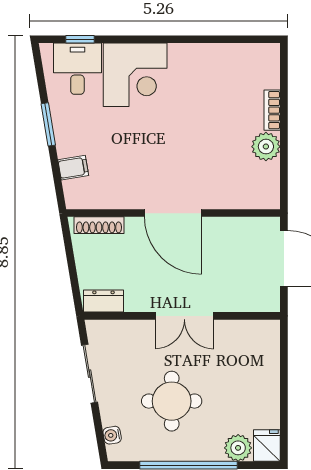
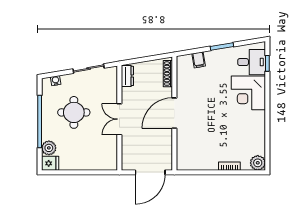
plant: (266, 147) -> (258, 163), moved

